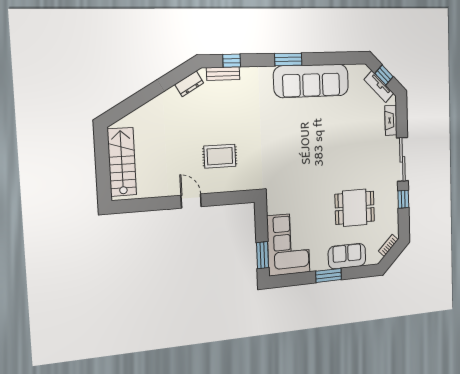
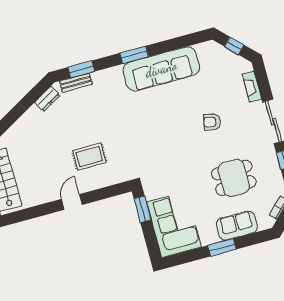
window: (232, 61) -> (81, 69), width x1.50
tv unit: (379, 86) -> (231, 58), removed
armchair: (347, 147) -> (212, 122), added
door: (191, 201) -> (72, 202), hinge flipped
window: (263, 255) -> (143, 209), moved

